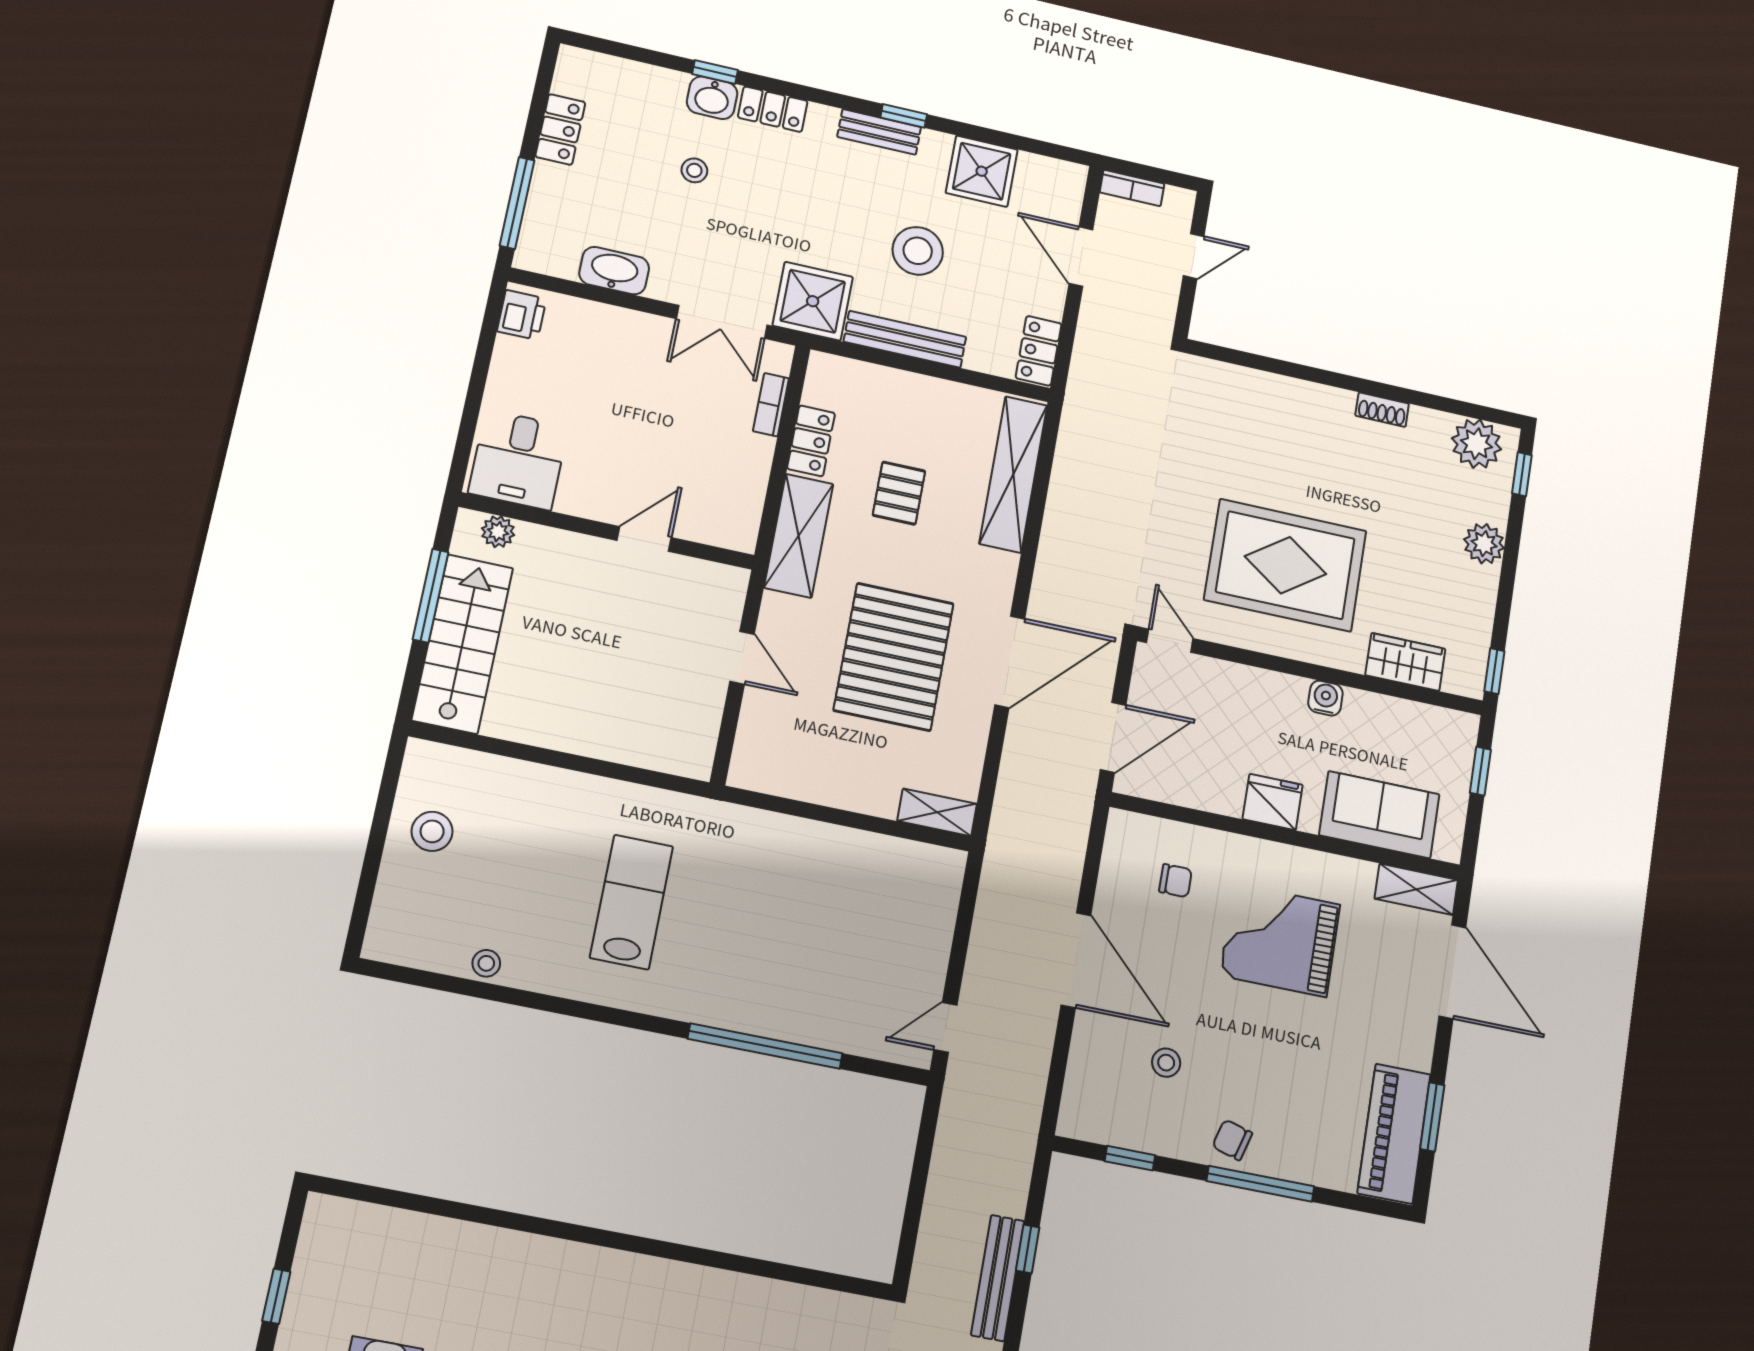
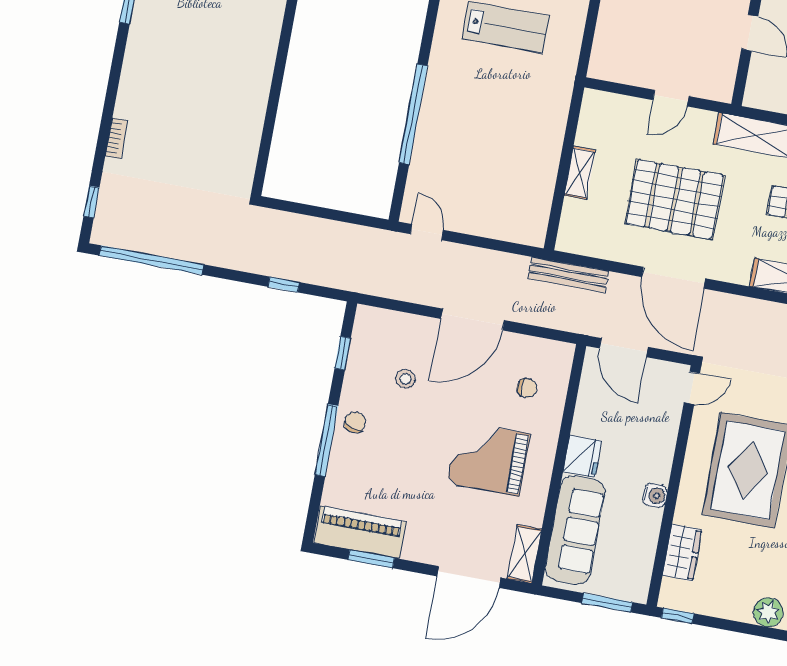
window: (1480, 771) -> (607, 603), width x1.50
shelving: (937, 812) -> (580, 173), moved
sofa: (1379, 815) -> (575, 530), width x1.36
chair: (1175, 881) -> (527, 388), turned -86
grand piano: (1280, 940) -> (488, 459), turned -90
bench: (998, 1278) -> (568, 275), moved

